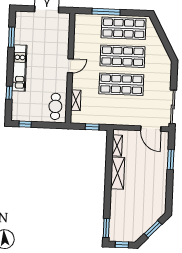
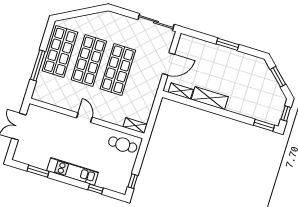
shelving: (76, 100) -> (135, 126), moved
window: (92, 127) -> (154, 112), removed
door: (151, 129) -> (168, 64), moved
window: (171, 160) -> (227, 44), moved

